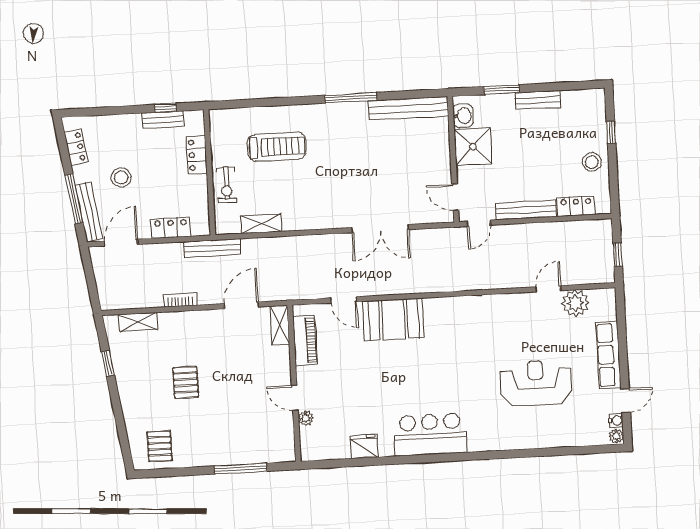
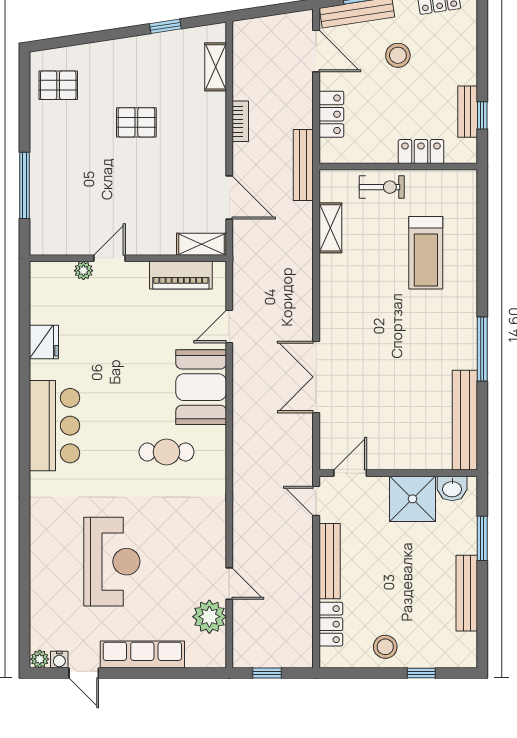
bench: (538, 100) -> (467, 593), width x1.36
exercise bike: (226, 185) -> (382, 187), turned 180
cafe table: (446, 344) -> (166, 452), added

